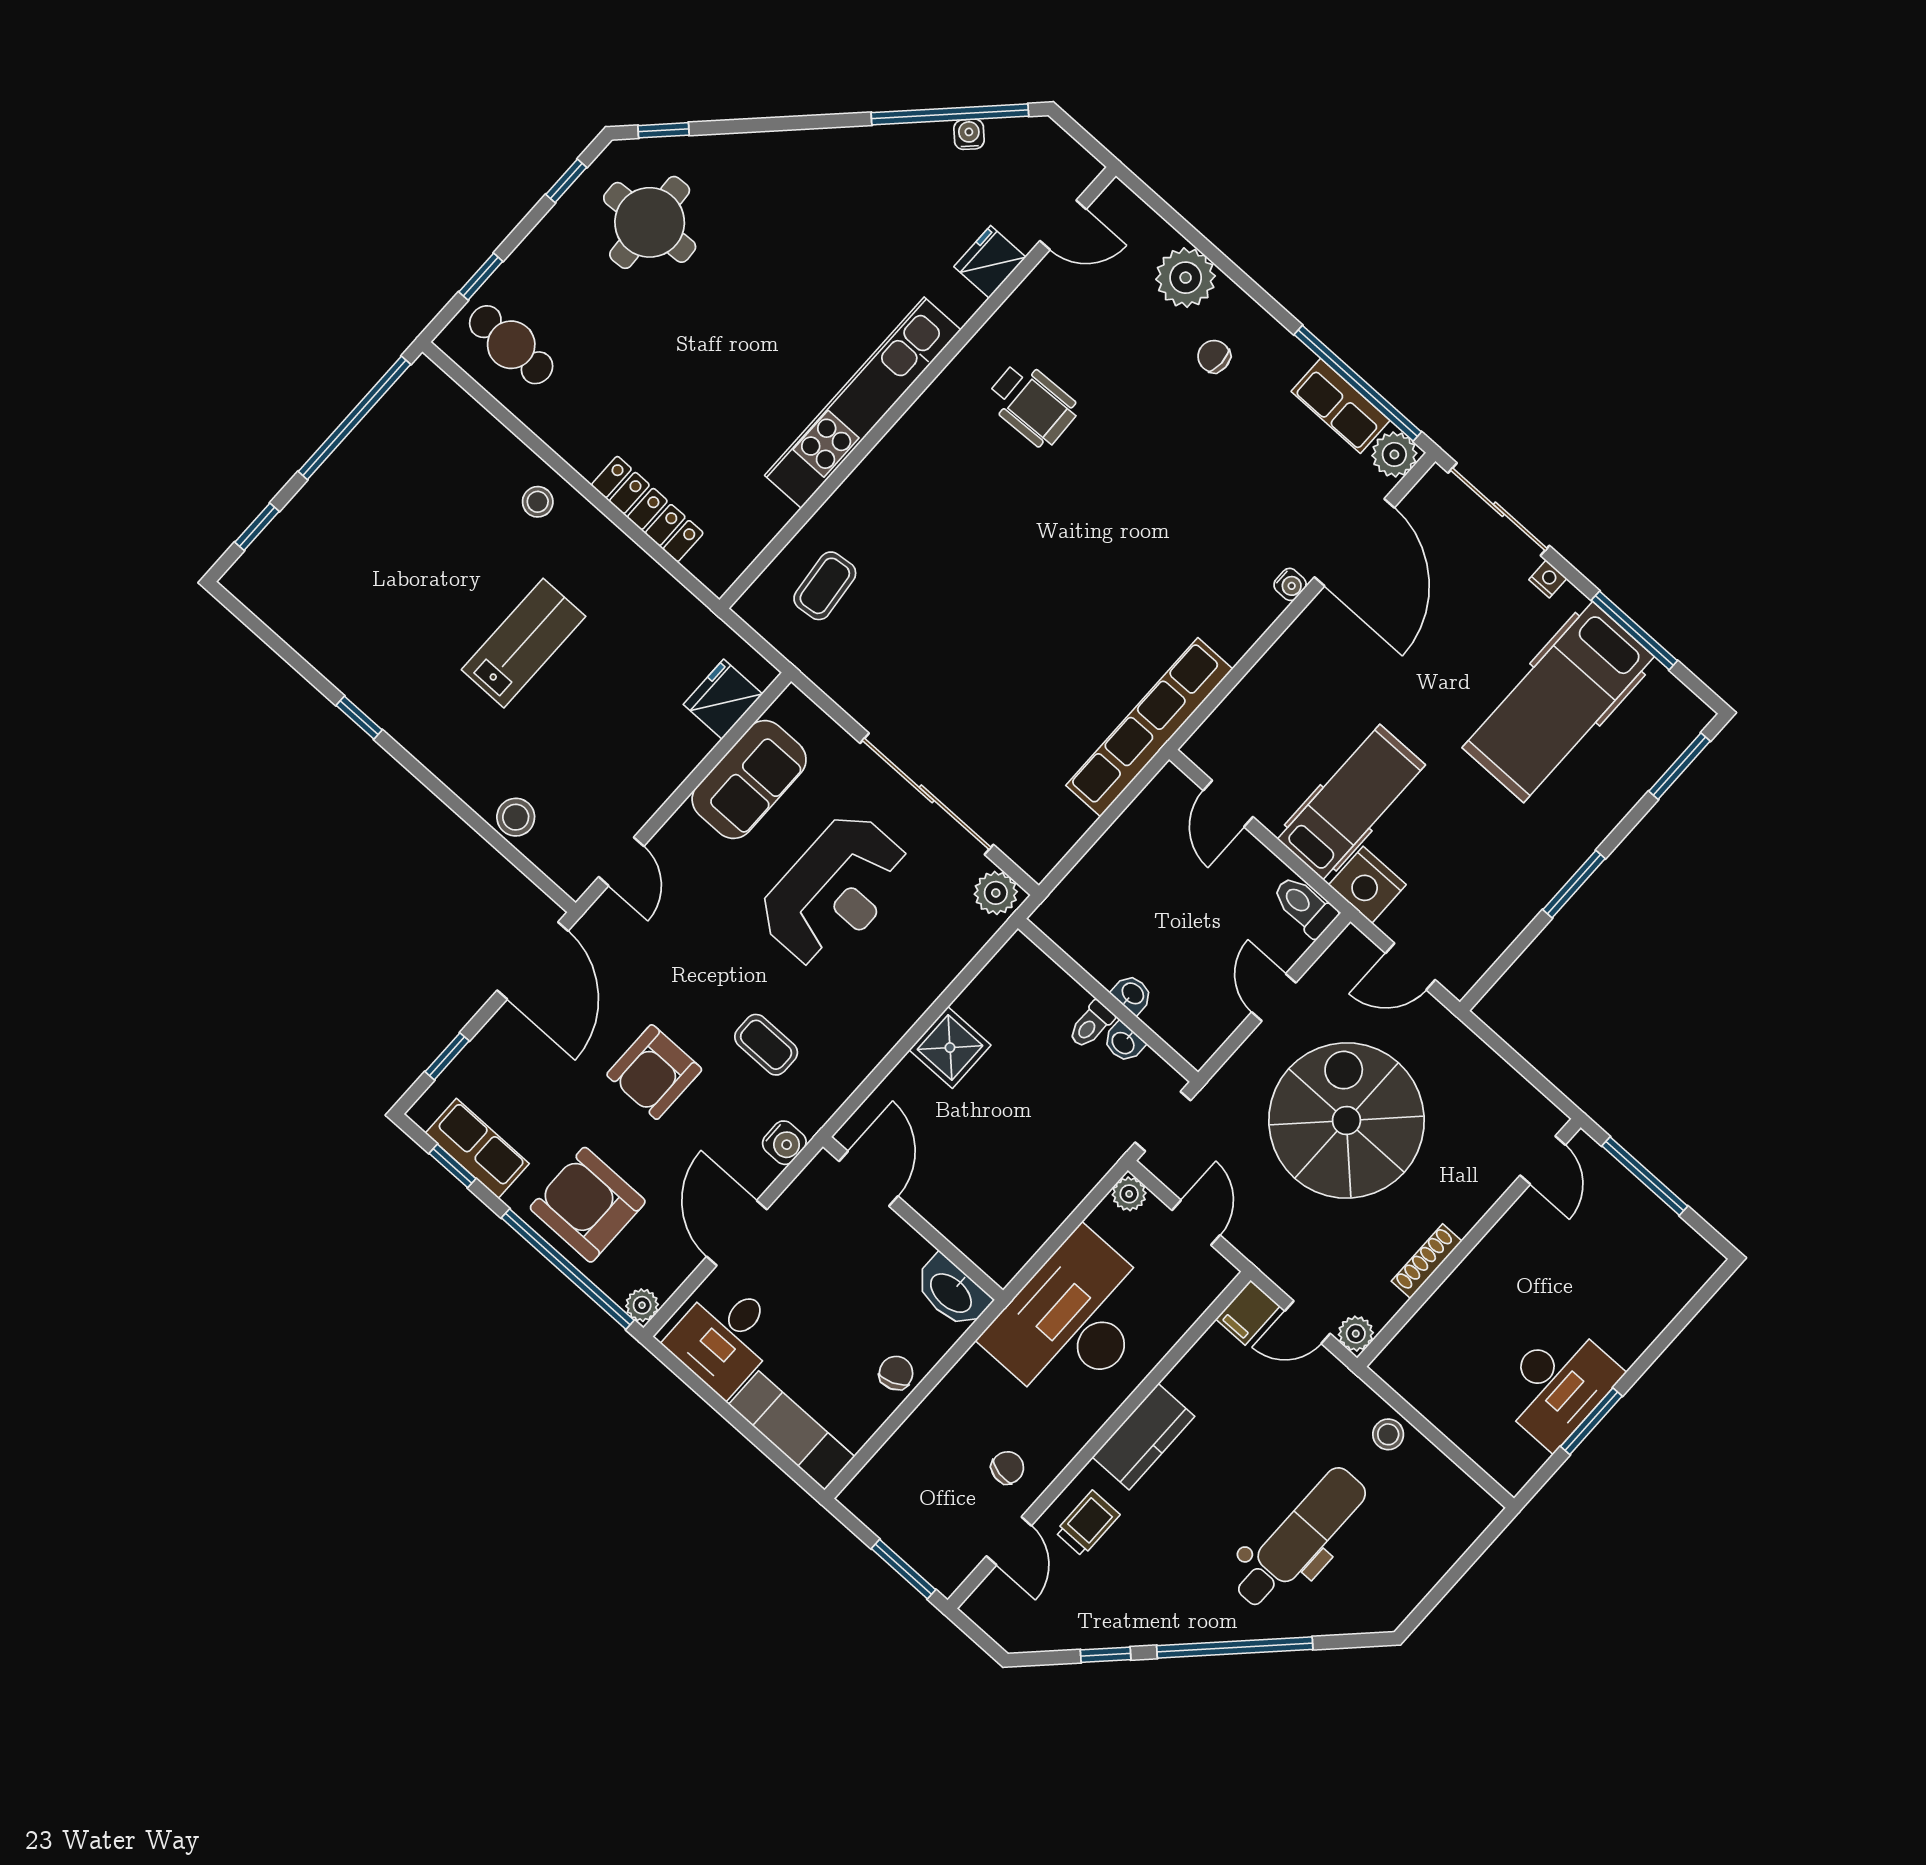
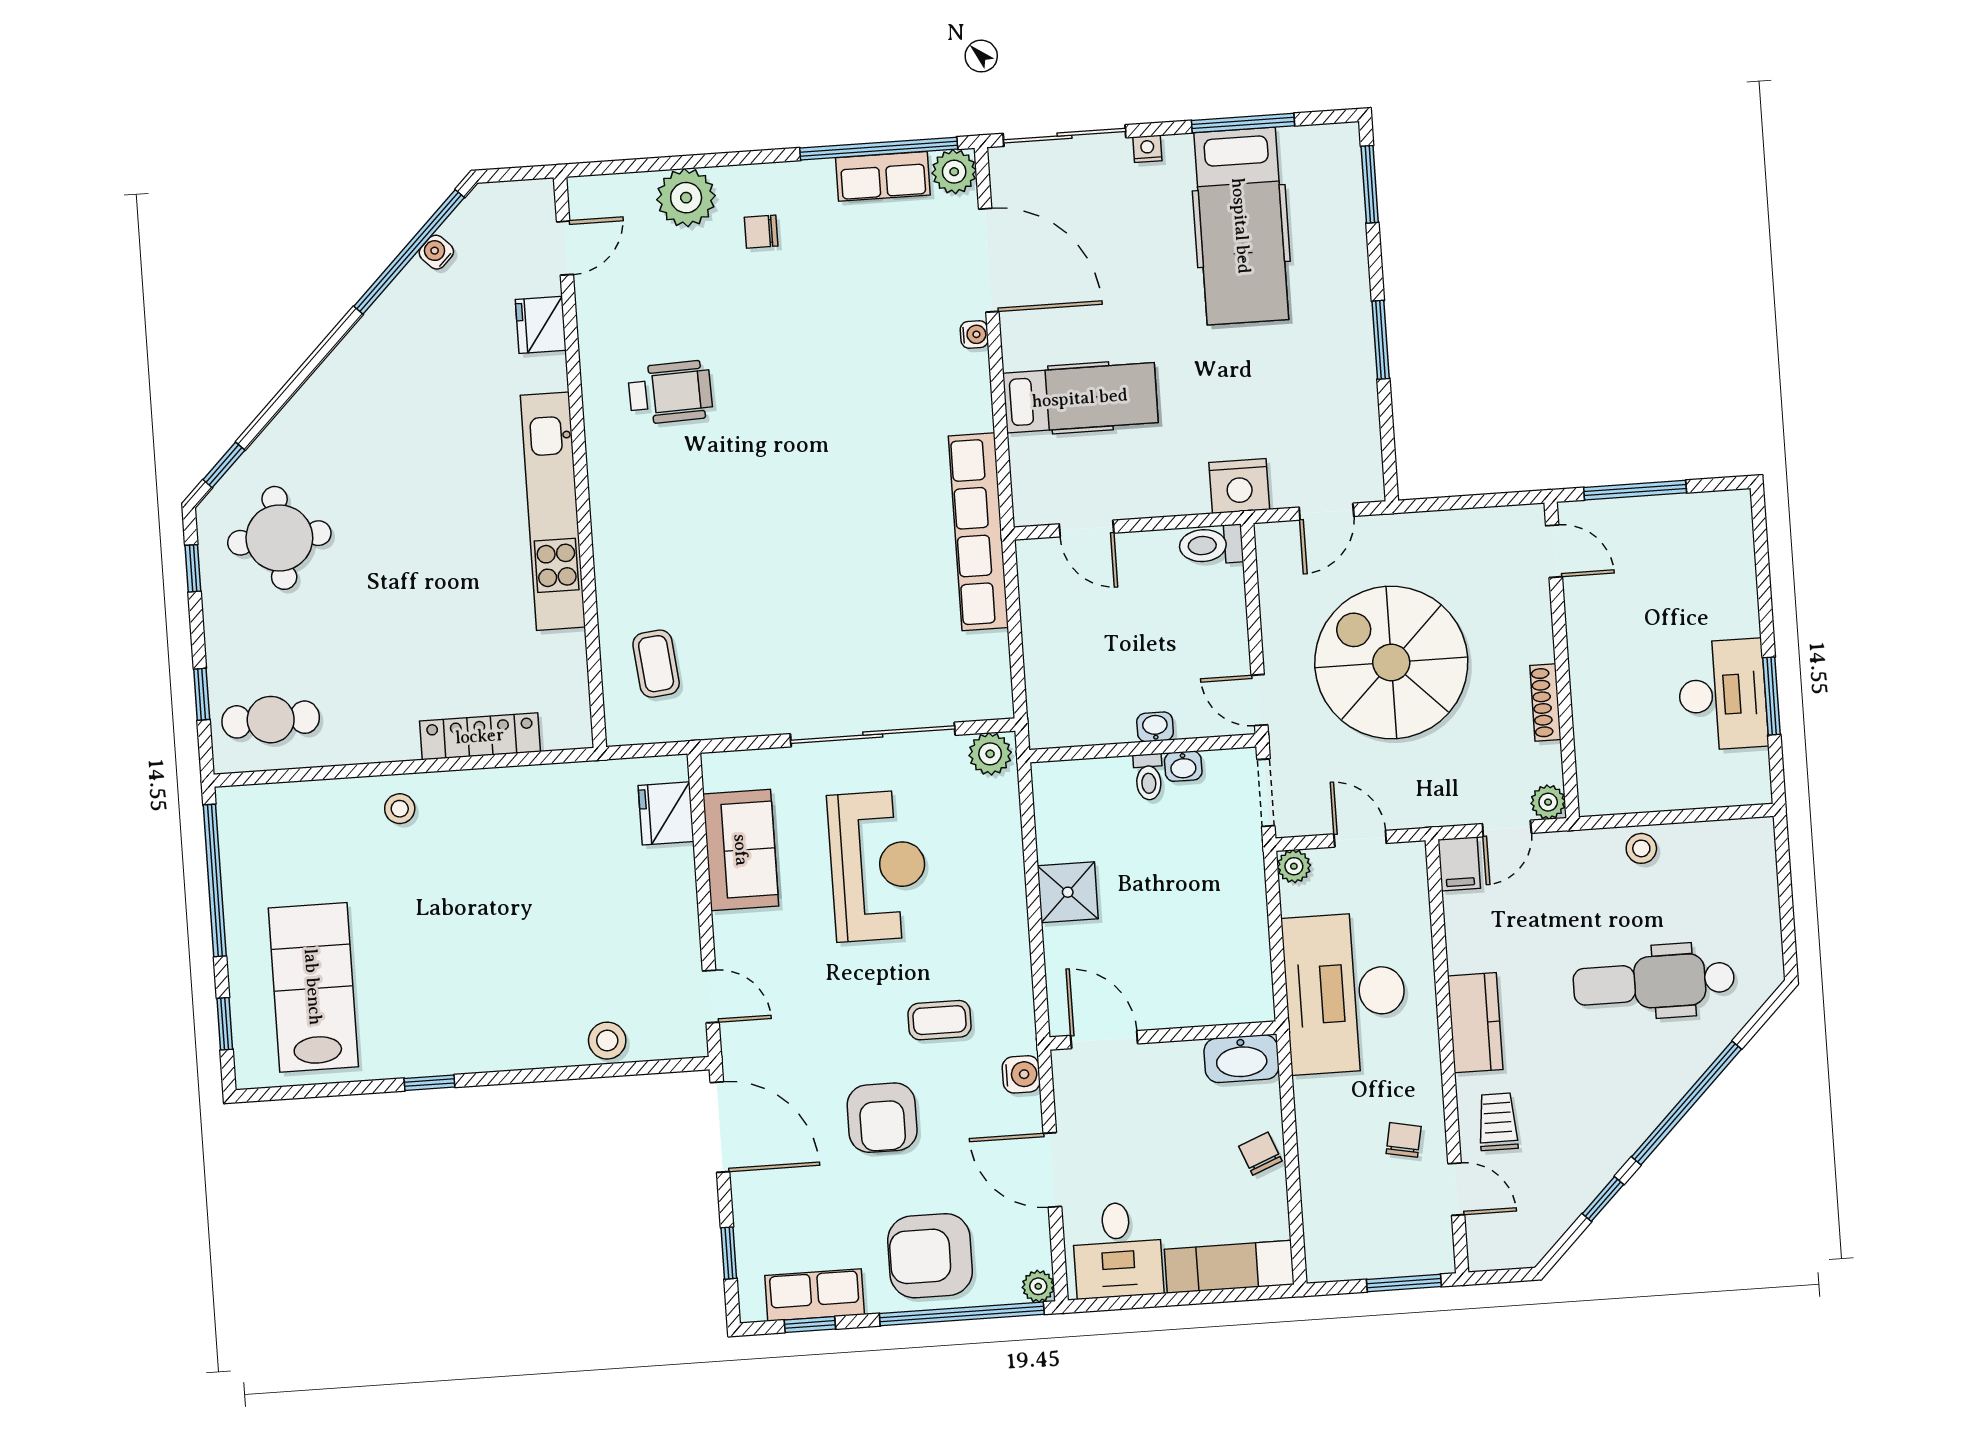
lab bench: (524, 643) -> (313, 987), moved, width x1.36, depth x1.39
hospital bed: (1351, 802) -> (1080, 398), moved, turned 90
door: (1274, 997) -> (1259, 700), moved
dental chair: (1300, 1538) -> (1654, 982), turned -90

